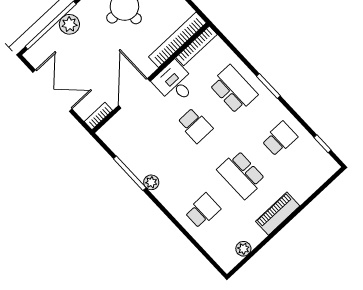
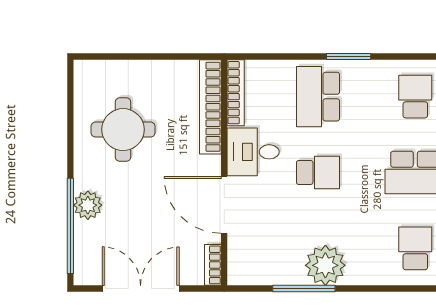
school desk: (234, 89) -> (318, 97), turned -90
plant: (151, 182) -> (325, 265), width x1.88, depth x1.88

